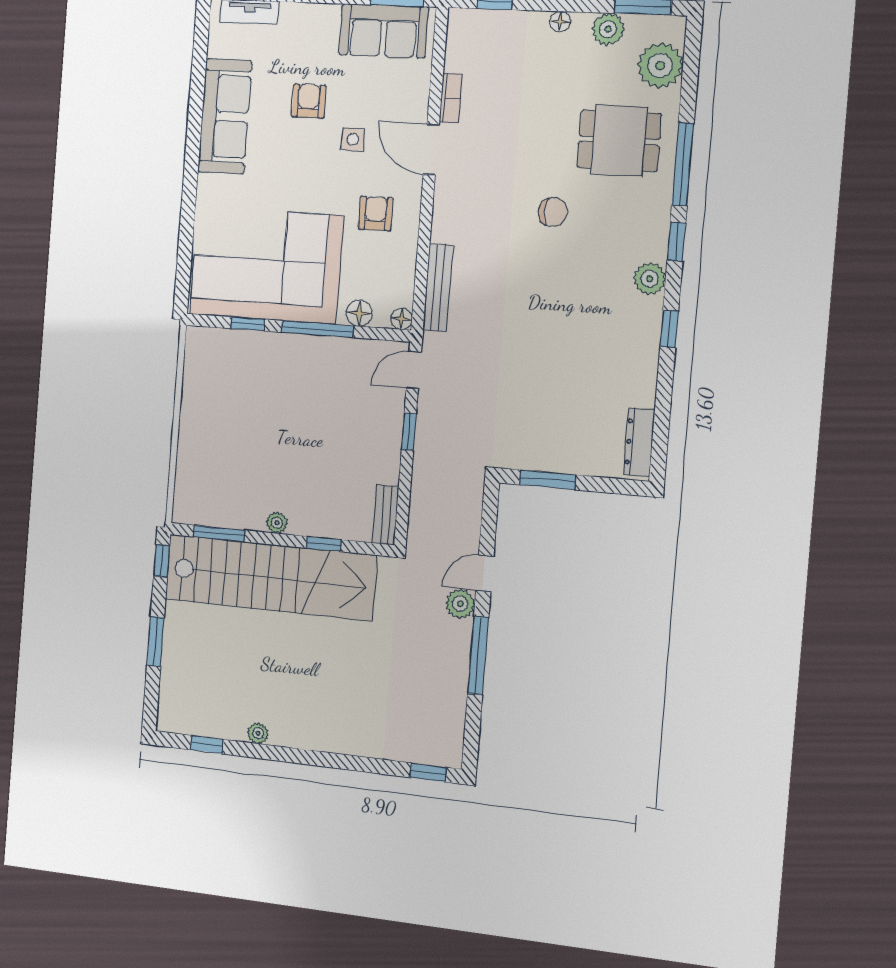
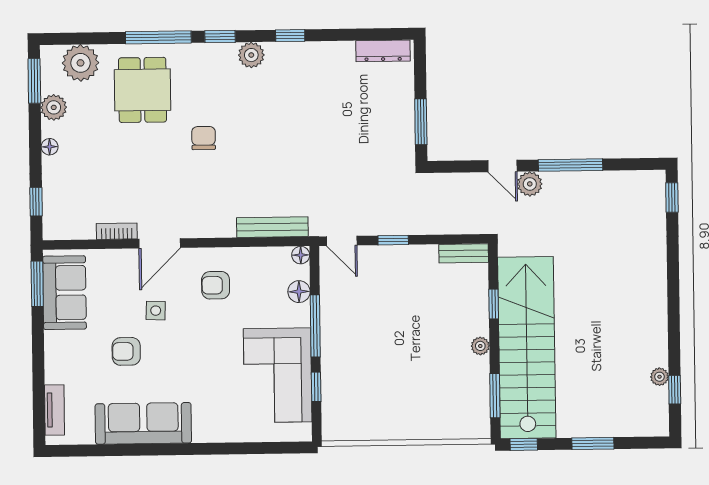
corner sofa: (266, 265) -> (278, 375), width x0.73, depth x0.74
plant: (258, 733) -> (659, 377), moved

